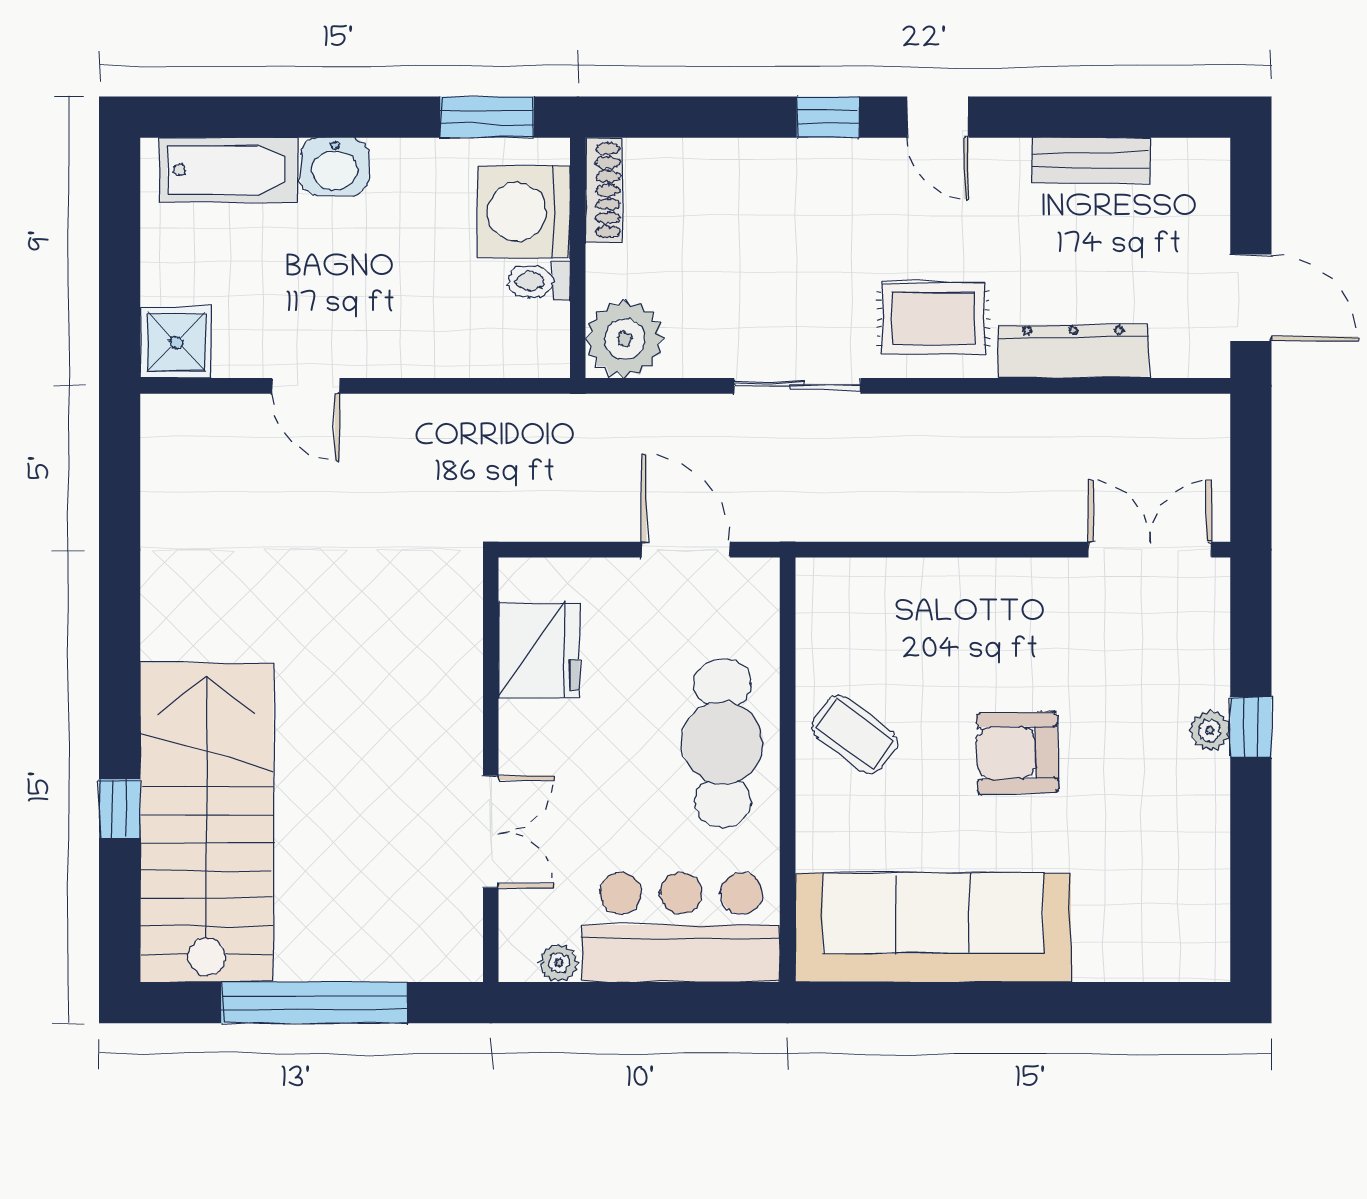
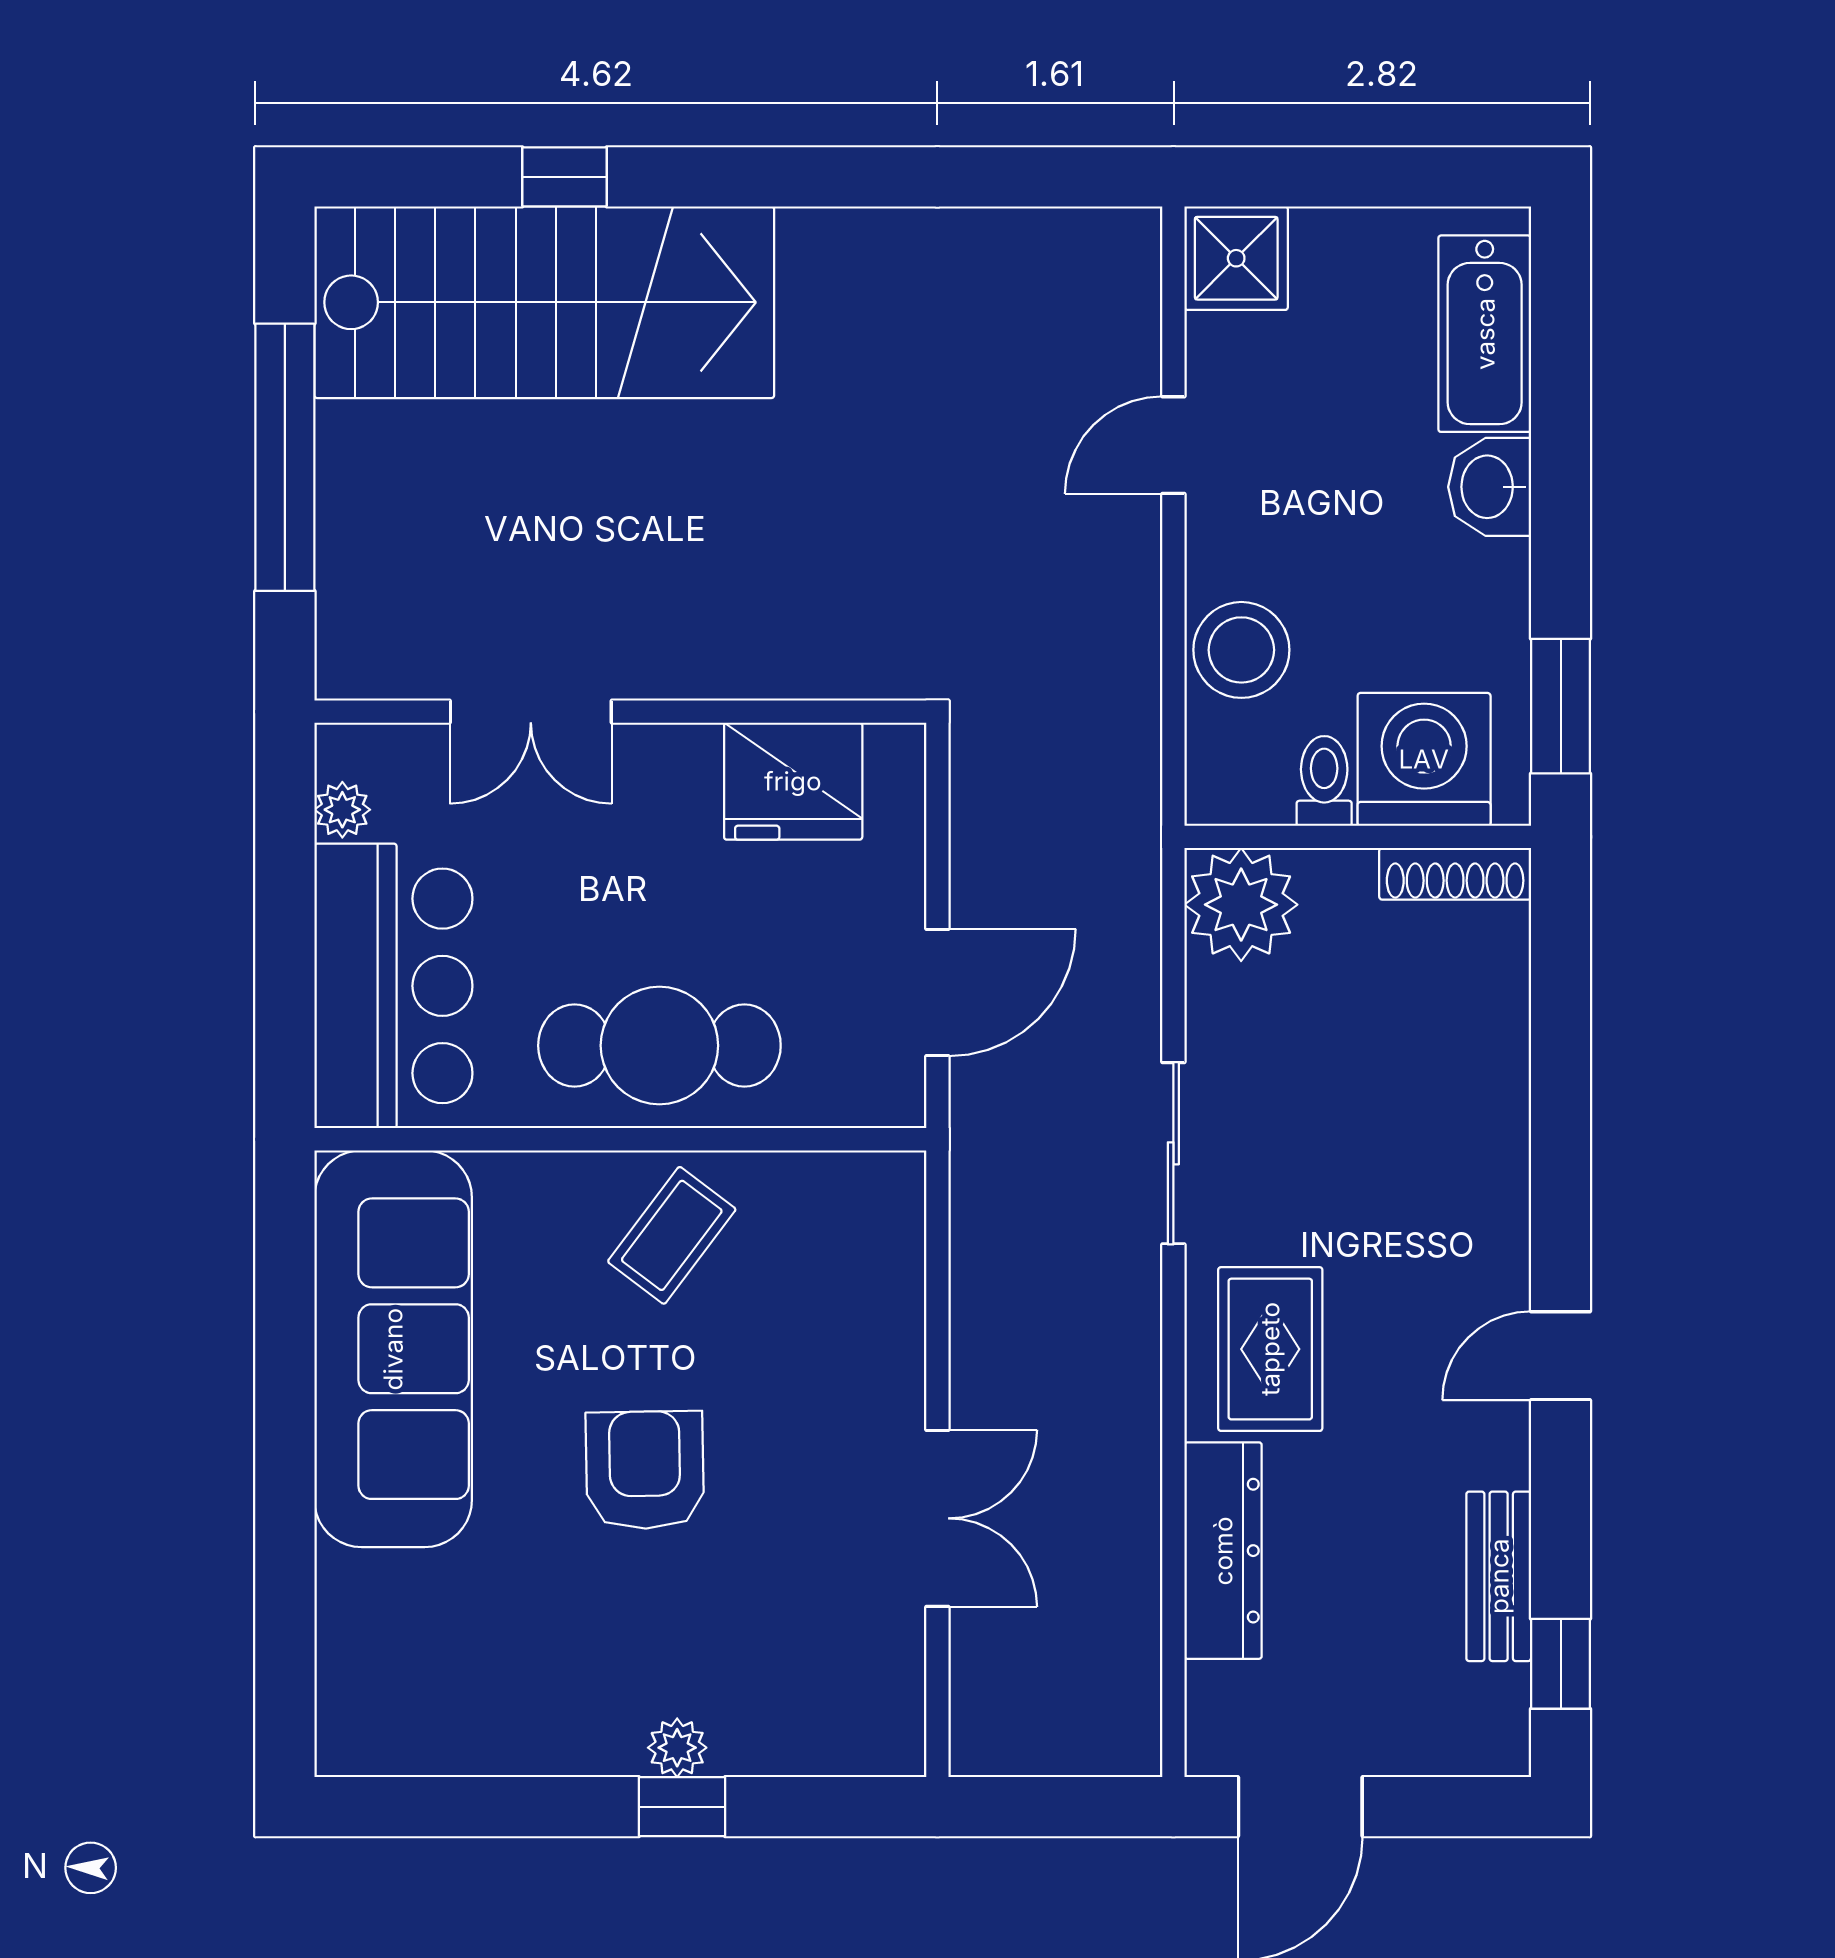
window: (828, 117) -> (1561, 1664), moved
stool: (448, 339) -> (1241, 650), added
double door: (1150, 550) -> (937, 1518), moved

